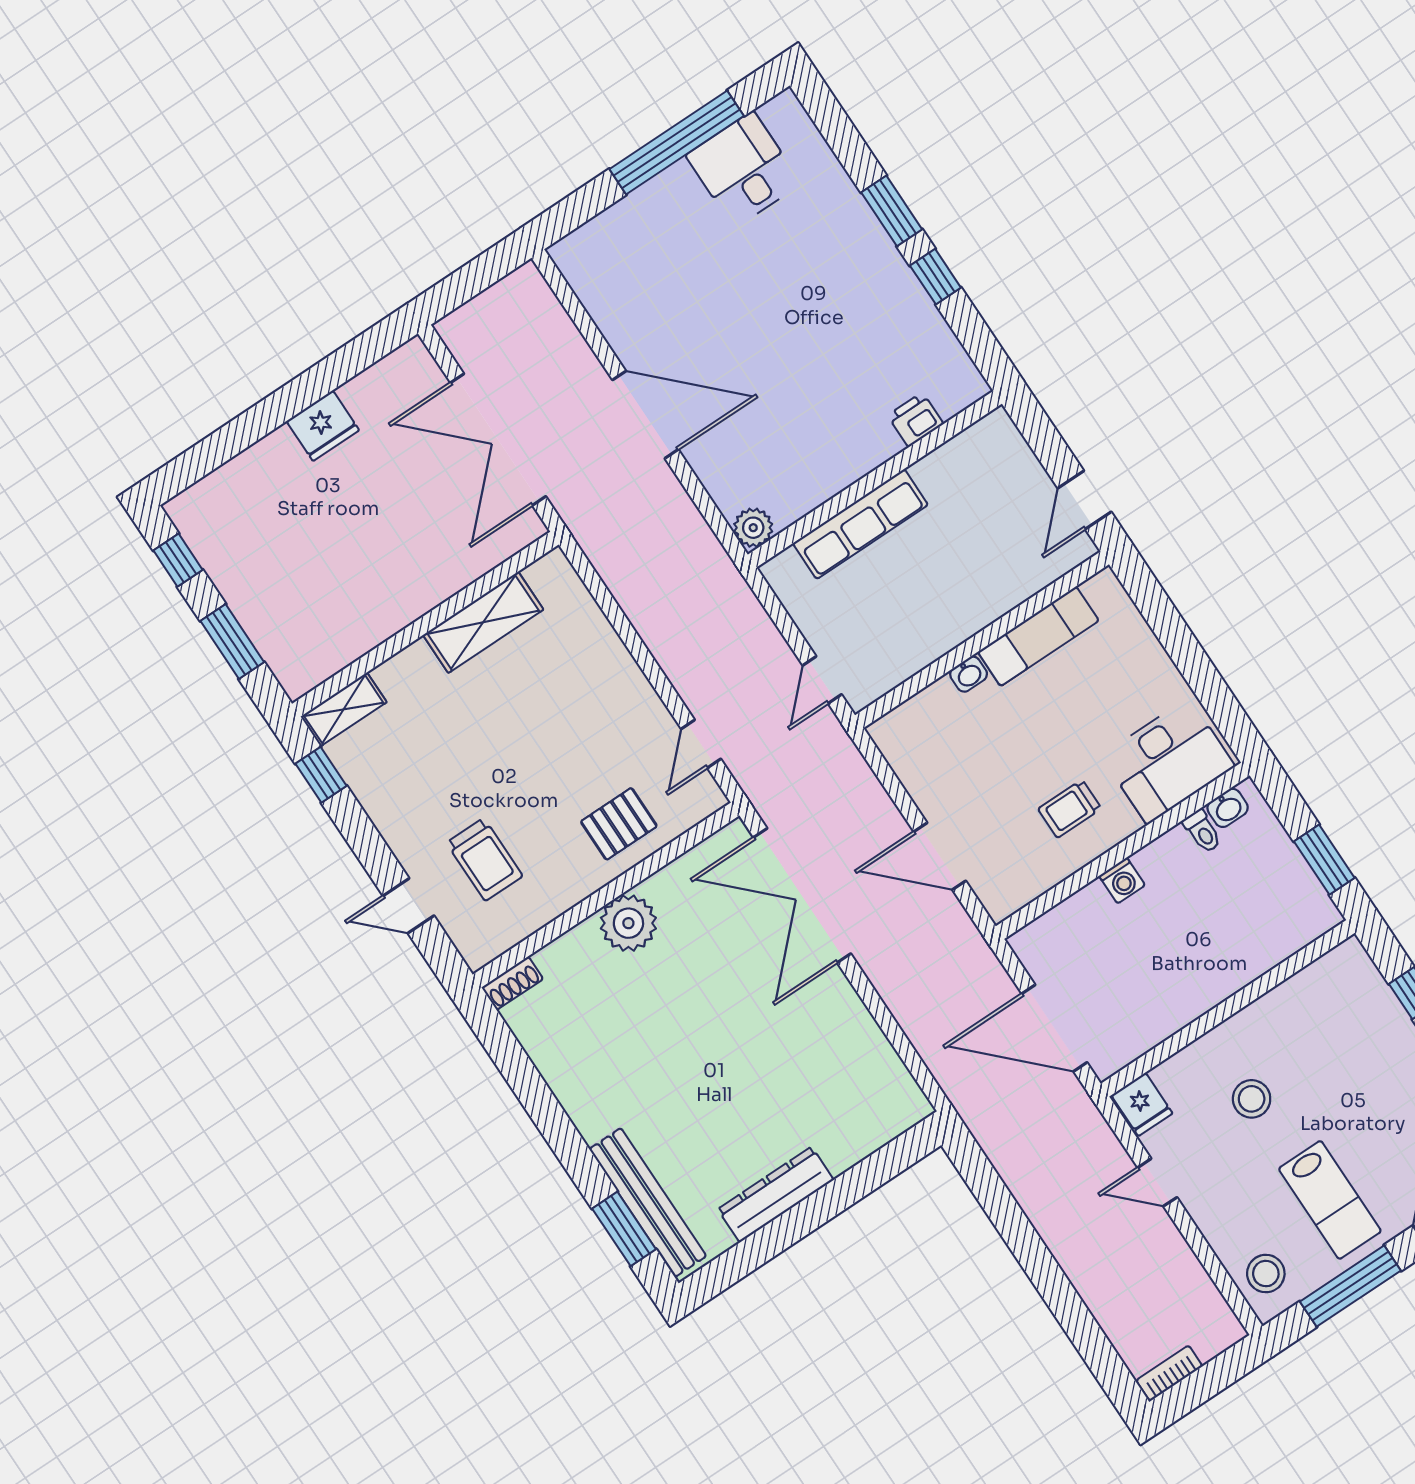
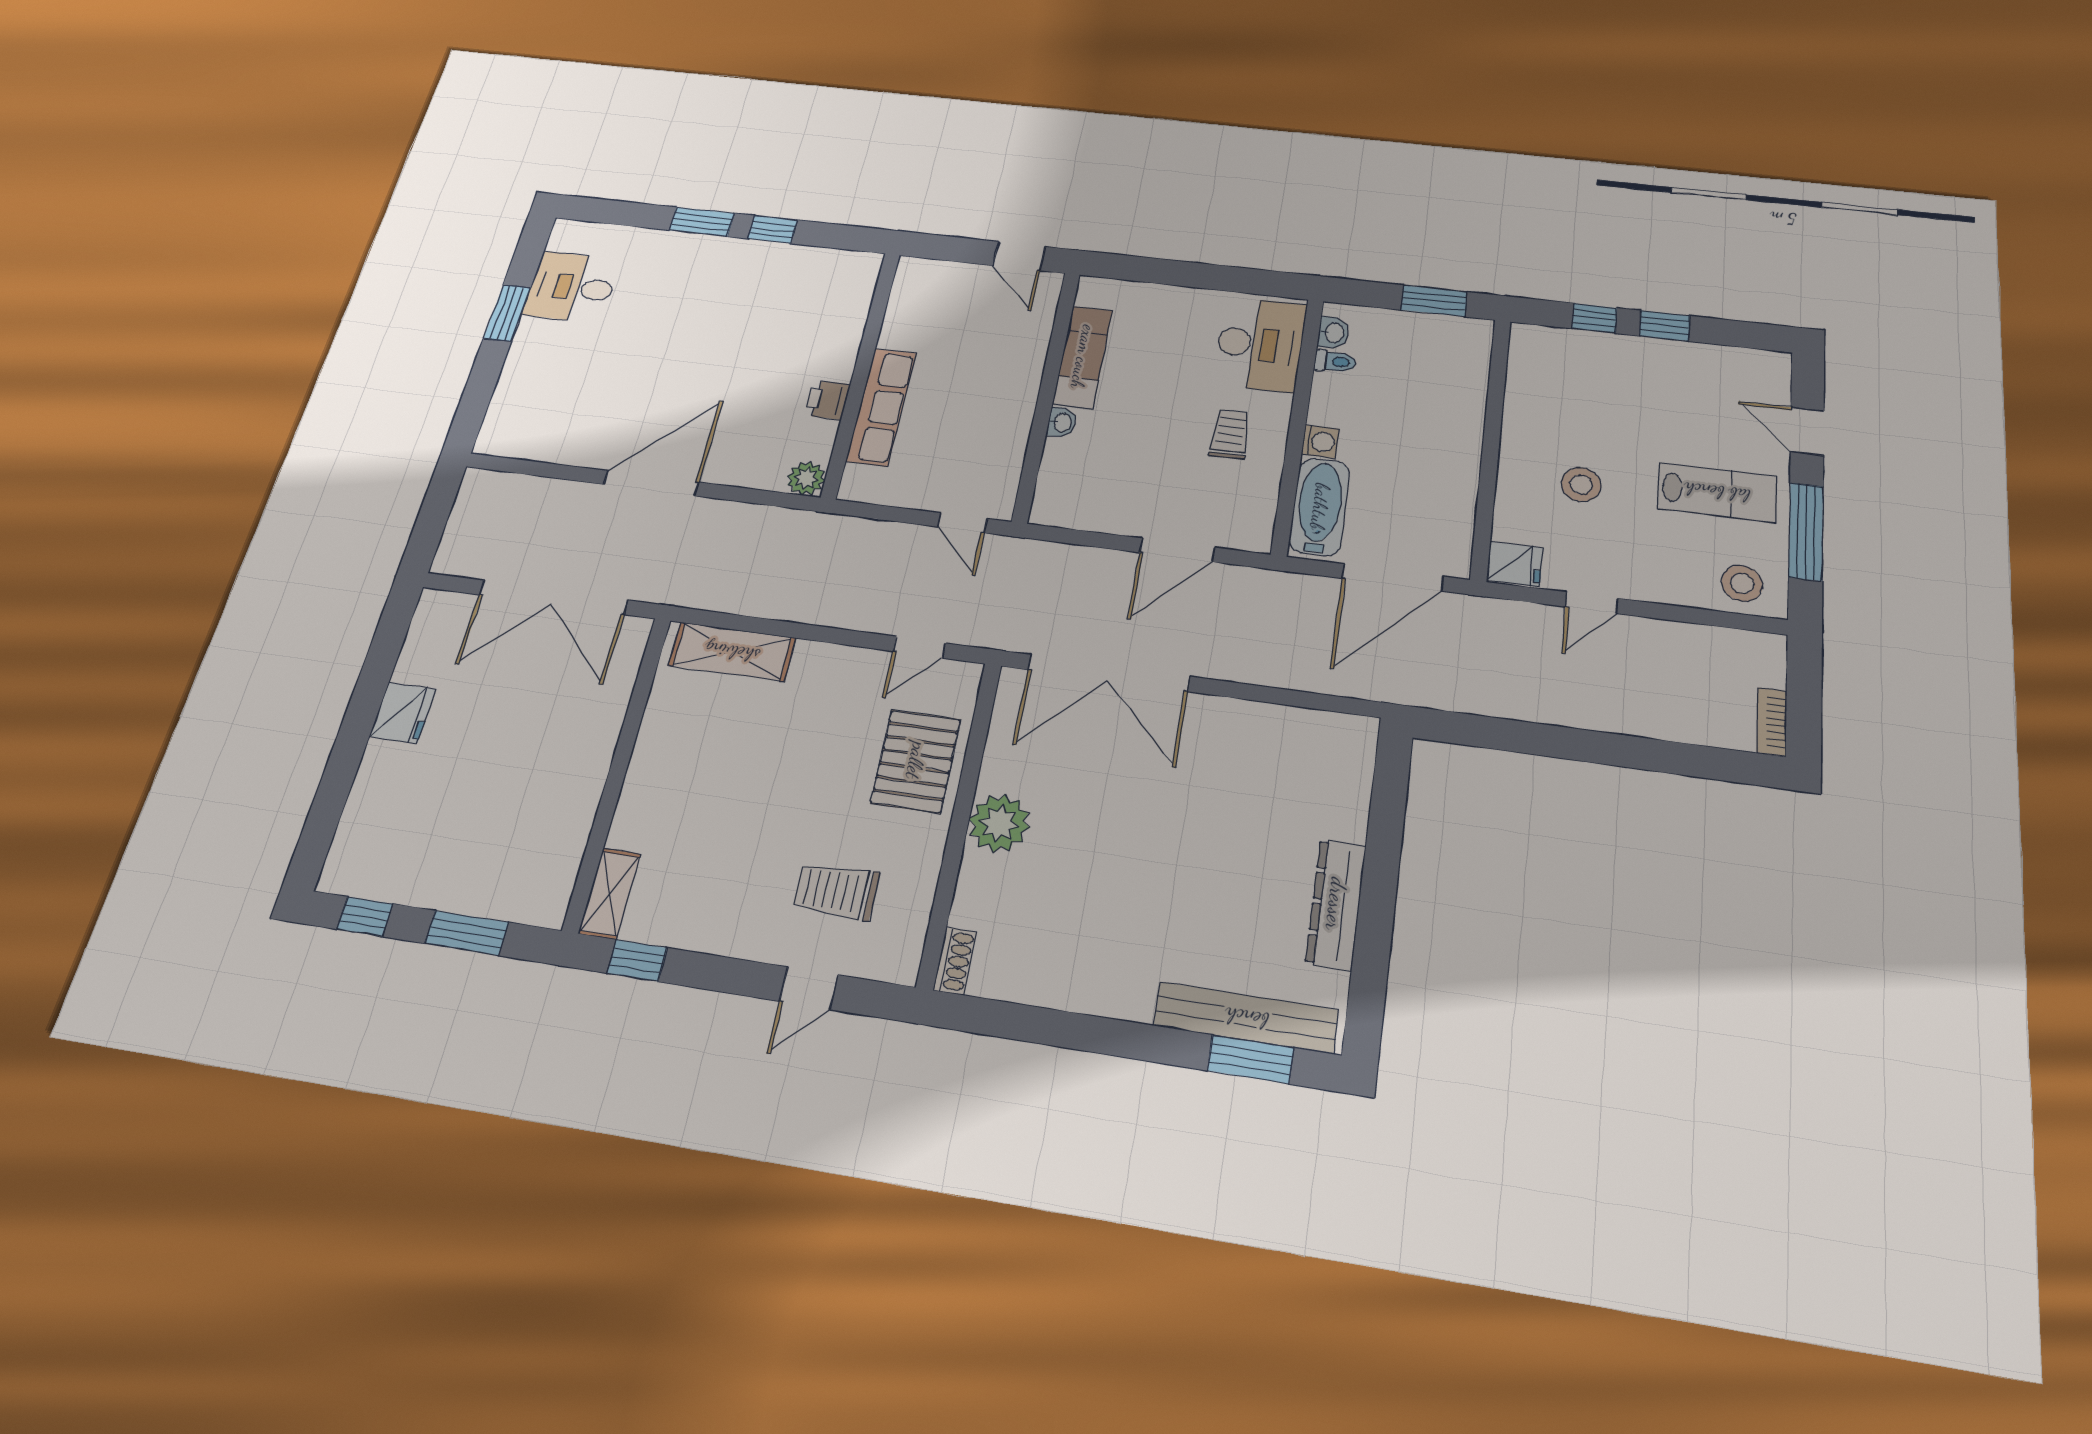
window: (677, 143) -> (507, 313), width x0.47
printer: (915, 420) -> (828, 400), moved
shelving: (483, 622) -> (732, 652), moved, turned 90
door: (701, 744) -> (919, 647), hinge flipped
trolley: (1070, 809) -> (1230, 434), turned 180
pallet: (619, 824) -> (916, 761), width x1.50, depth x1.42
trolley: (485, 859) -> (836, 891), turned 180
bathtub: (1066, 927) -> (1320, 507), added

